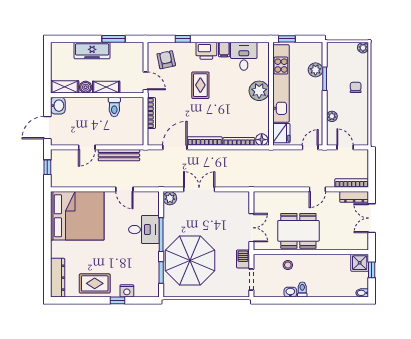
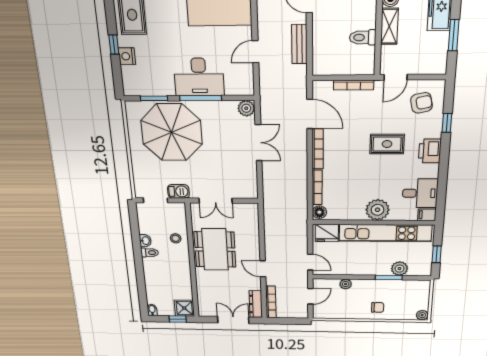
window: (287, 39) -> (437, 254), moved
filing cabinet: (224, 50) -> (427, 215), moved
bench: (119, 155) -> (299, 44), width x0.73
desk: (144, 230) -> (199, 77), width x1.37

